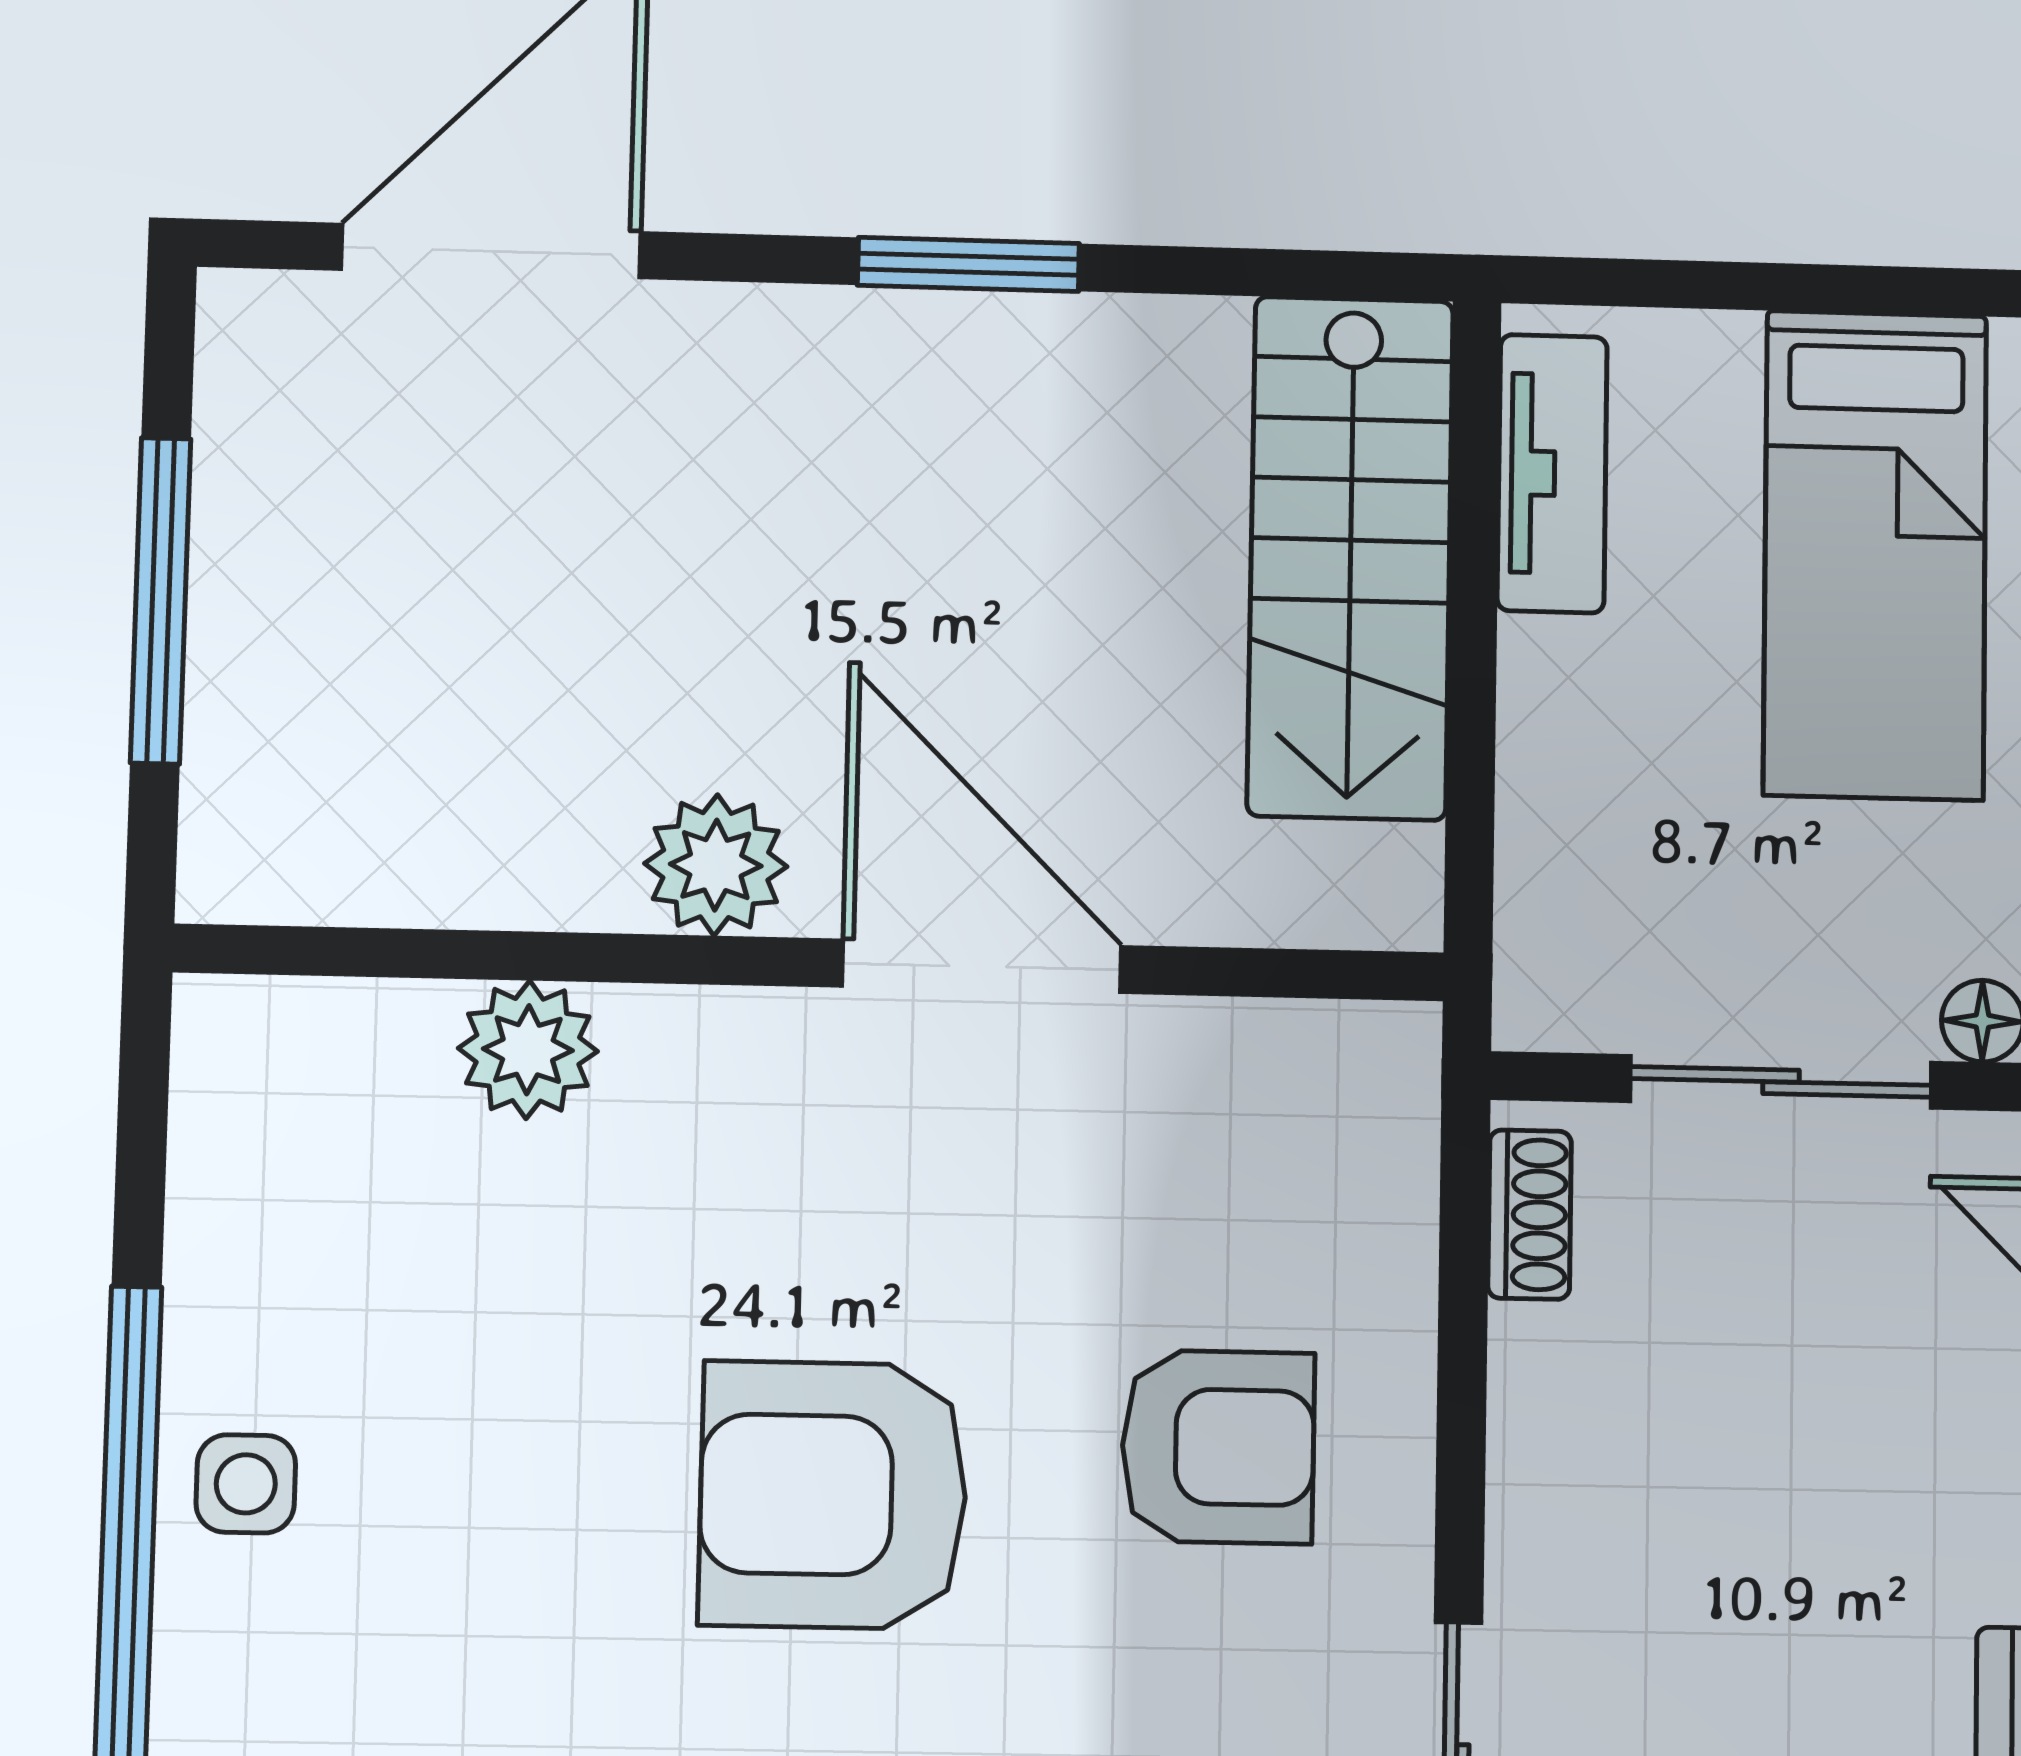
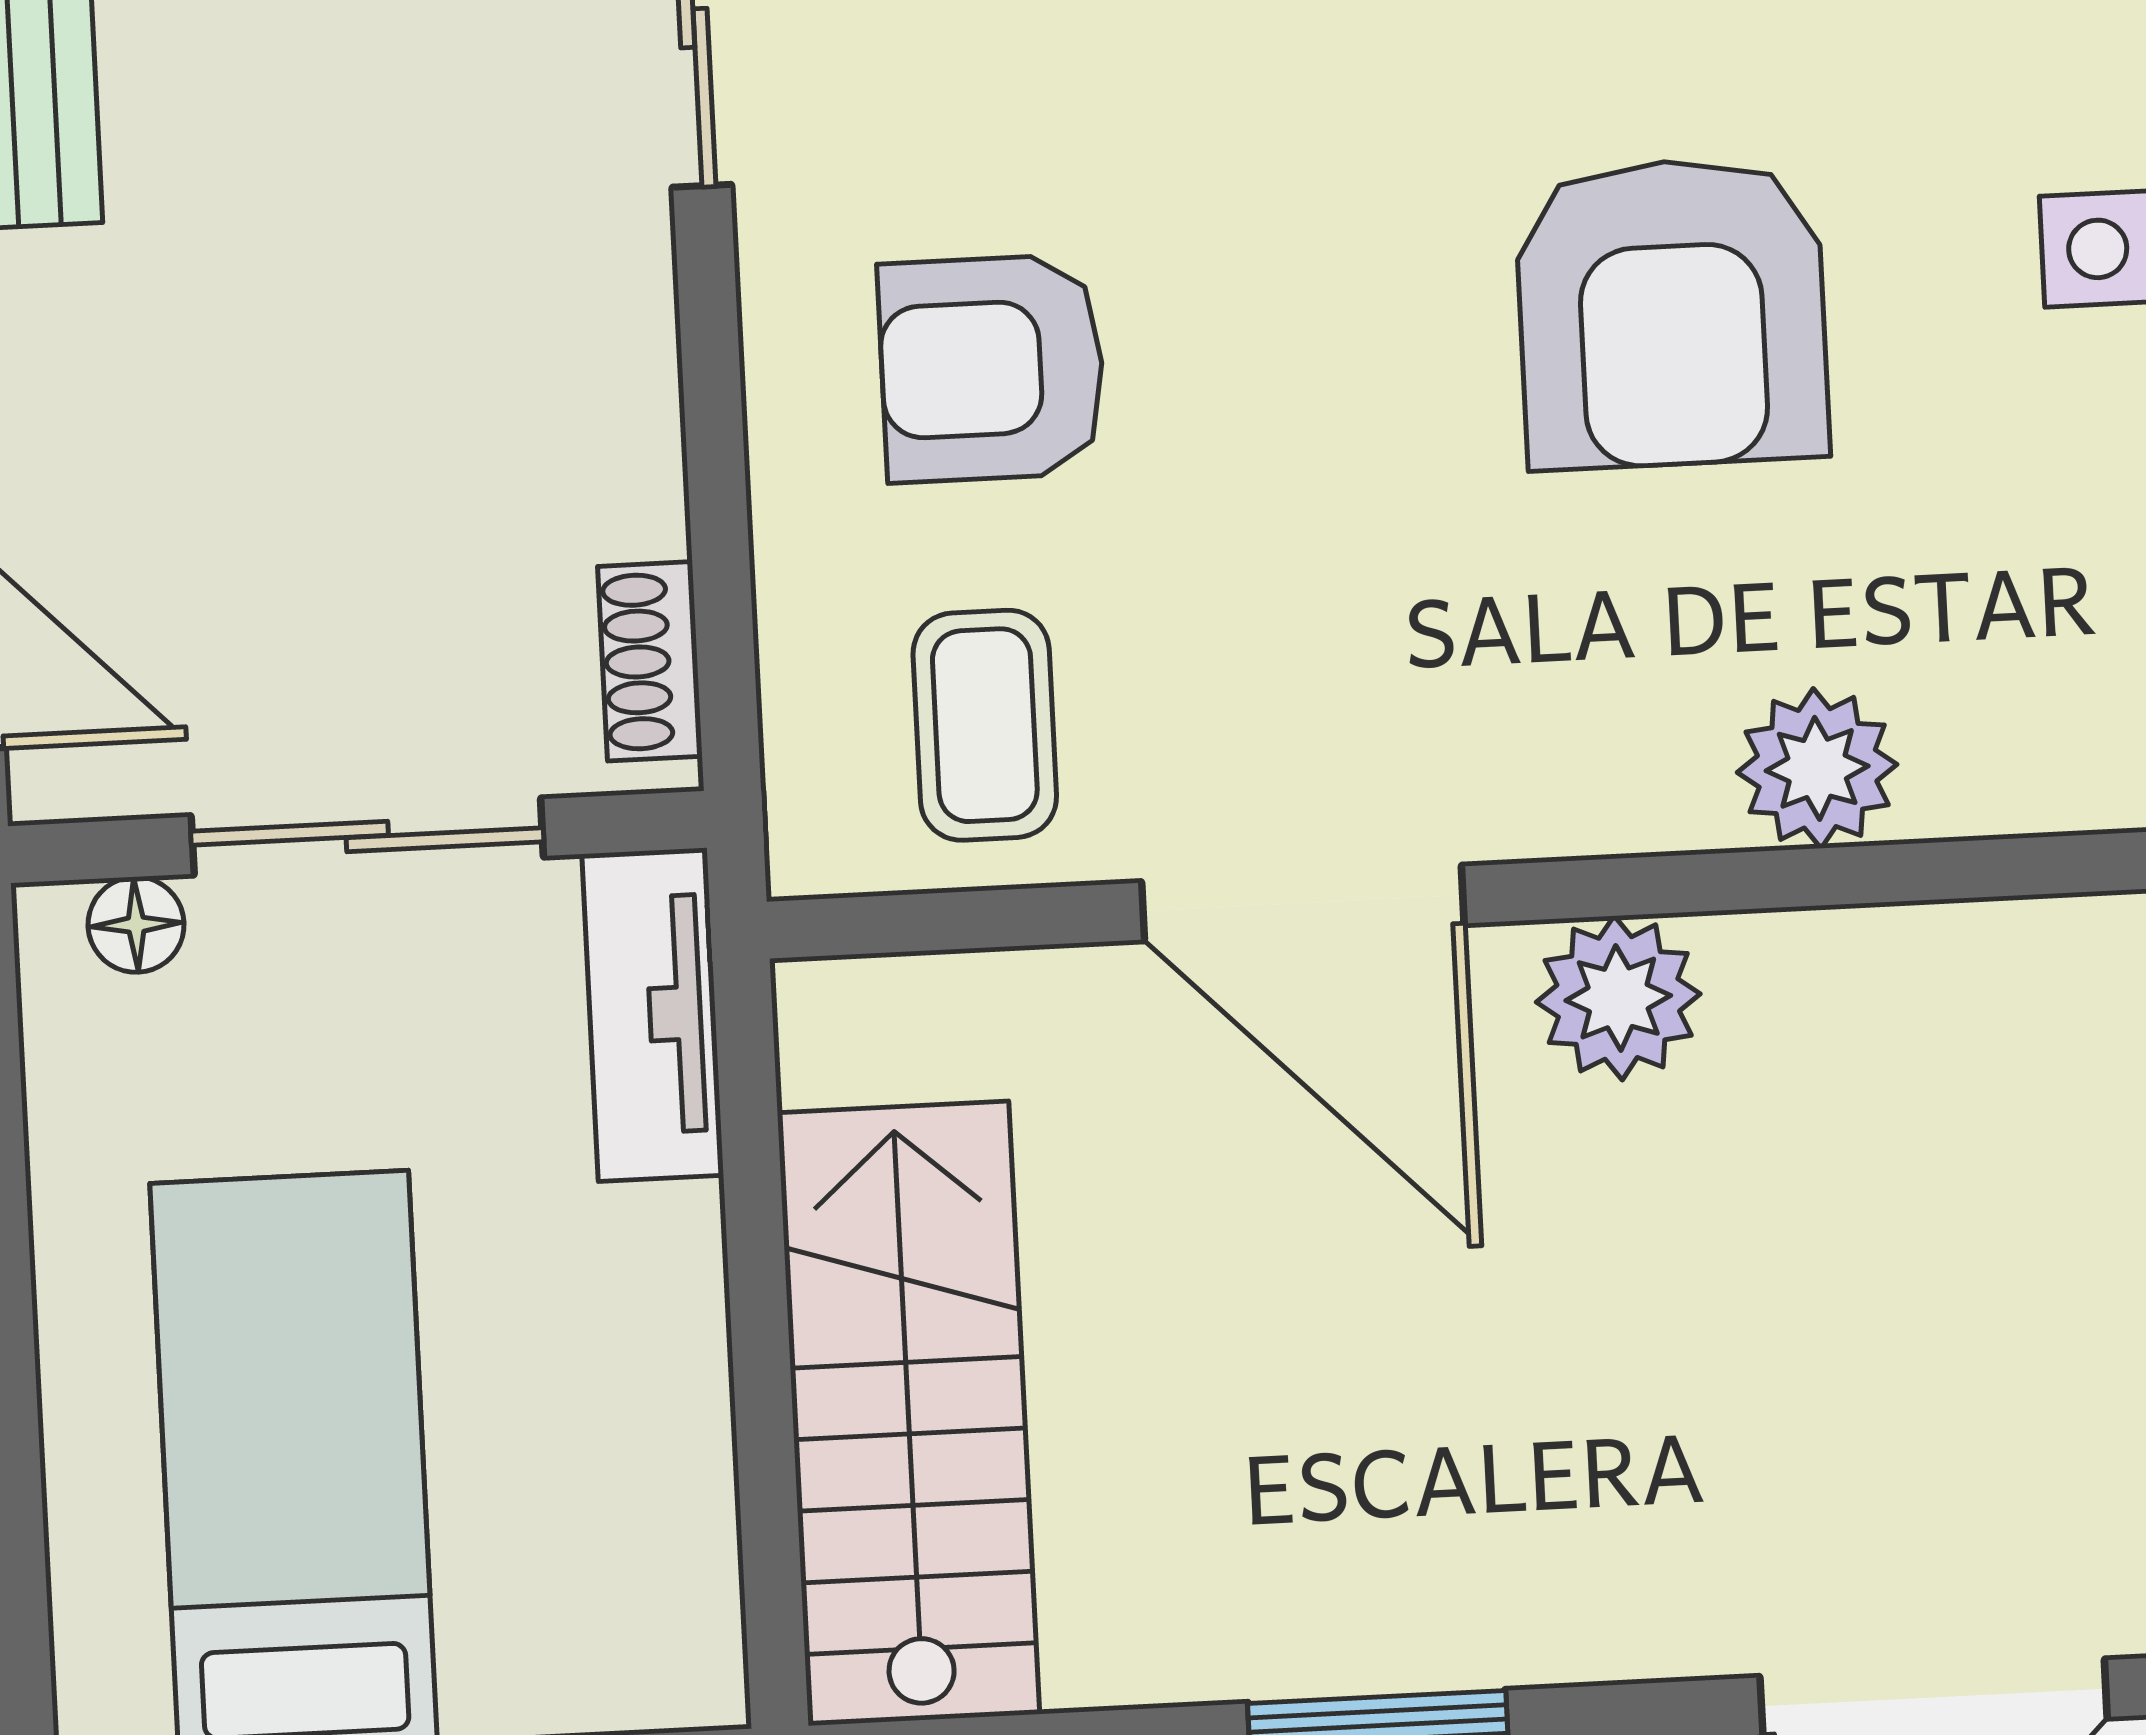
tv unit: (1552, 474) -> (653, 1015), moved
coffee table: (1245, 1139) -> (985, 725), added
armchair: (833, 1495) -> (1672, 313), moved, turned 90

